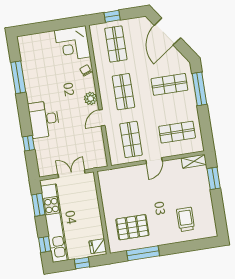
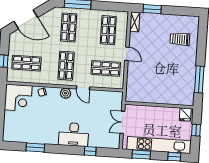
window: (18, 77) -> (35, 148), width x0.69
shop shelf: (123, 92) -> (66, 66), turned 90
pallet: (132, 227) -> (176, 83), removed

